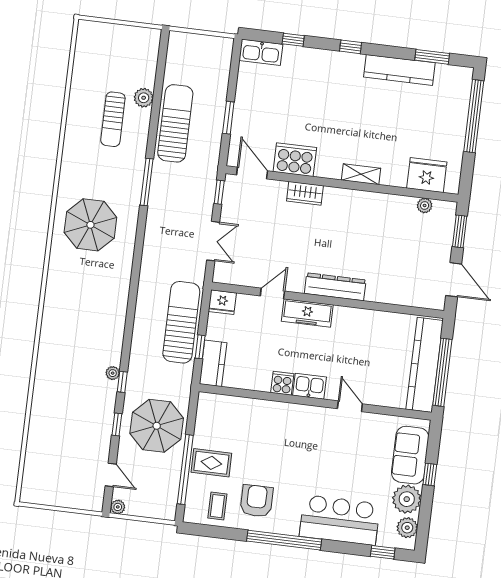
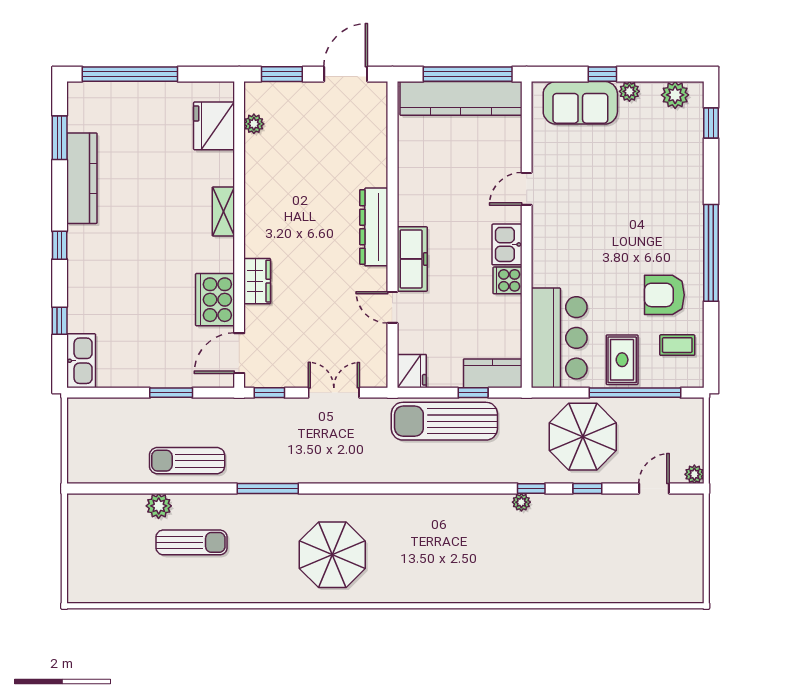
sun lounger: (175, 123) -> (187, 461), width x0.73, depth x0.75
plant: (407, 499) -> (629, 91), width x0.53, depth x0.53
bar counter: (340, 520) -> (559, 338), moved, turned 180

